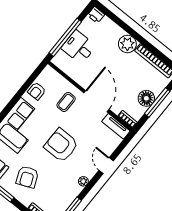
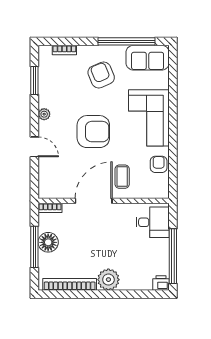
window: (65, 37) -> (173, 256), moved
desk: (79, 47) -> (153, 222), moved
door: (96, 101) -> (94, 201), swing flipped
tv unit: (116, 126) -> (56, 192), removed

